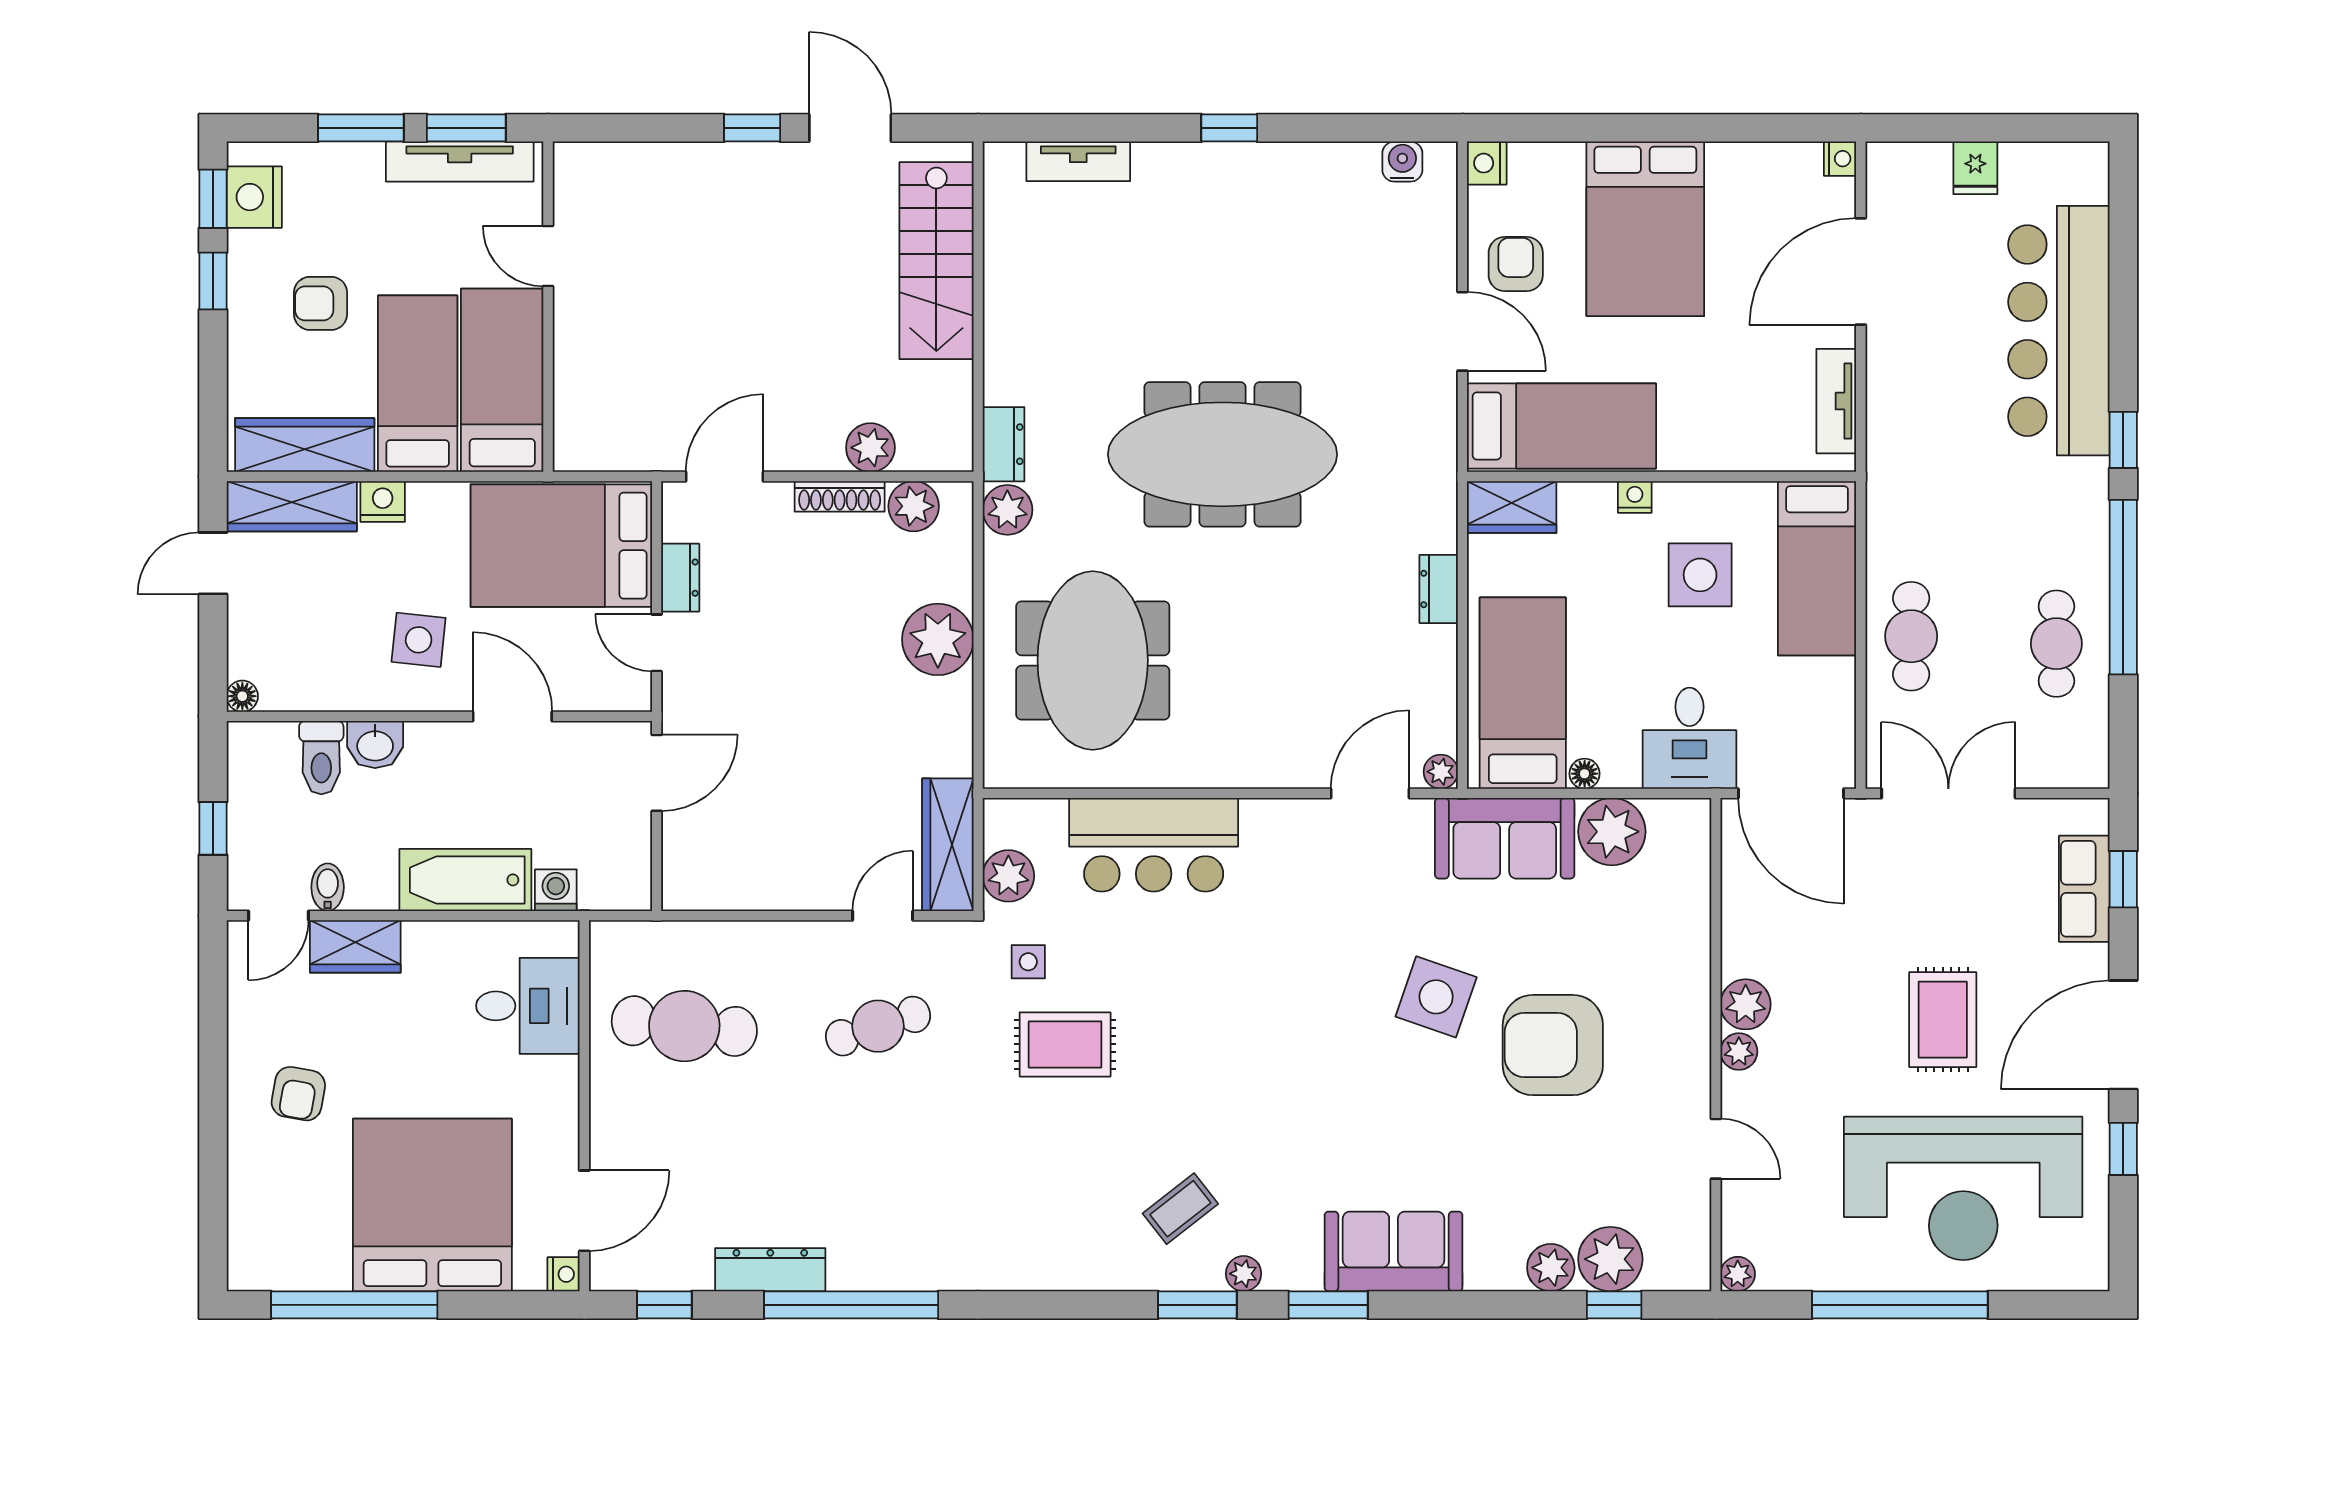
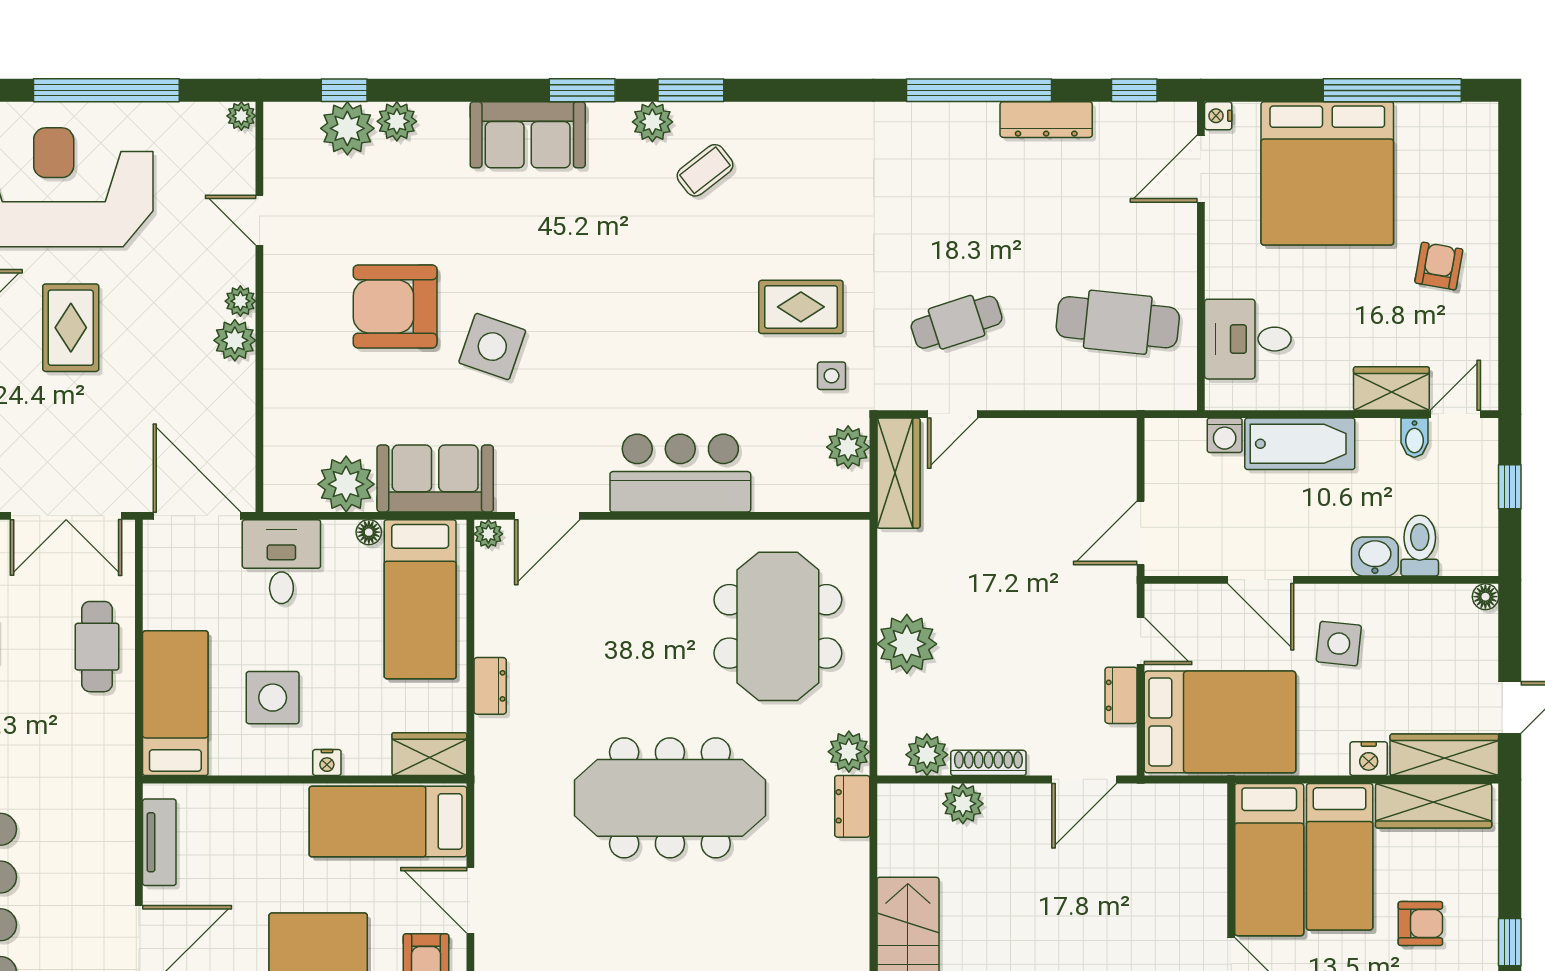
bar counter: (1154, 845) -> (680, 473), moved
armchair: (1553, 1045) -> (395, 306), turned 180
plant: (1244, 1274) -> (652, 122), width x1.38, depth x1.38

